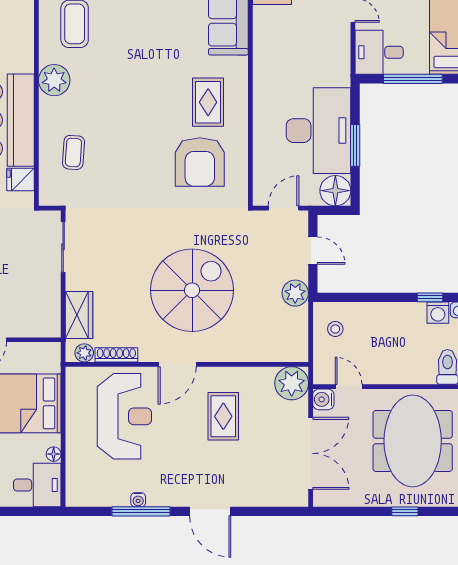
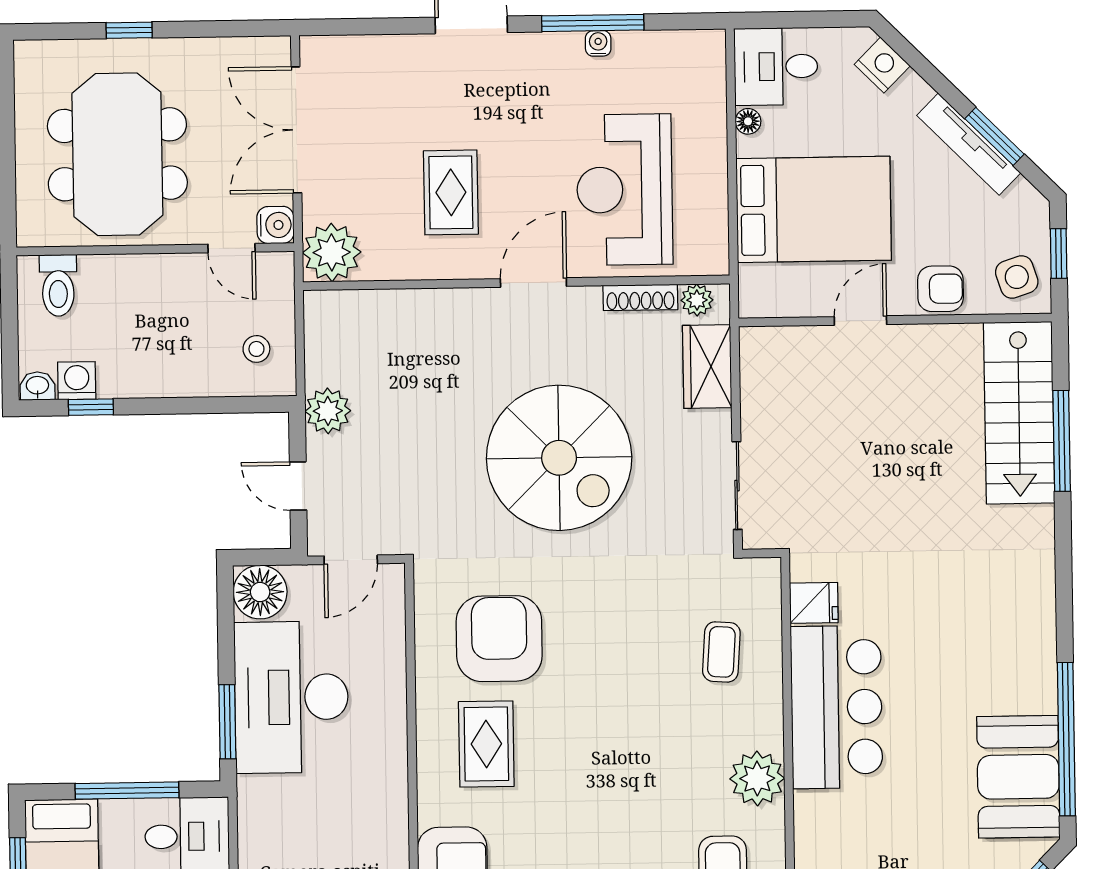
window: (355, 145) -> (227, 722), moved
spiral stairs: (192, 290) -> (559, 458), moved, turned -90

